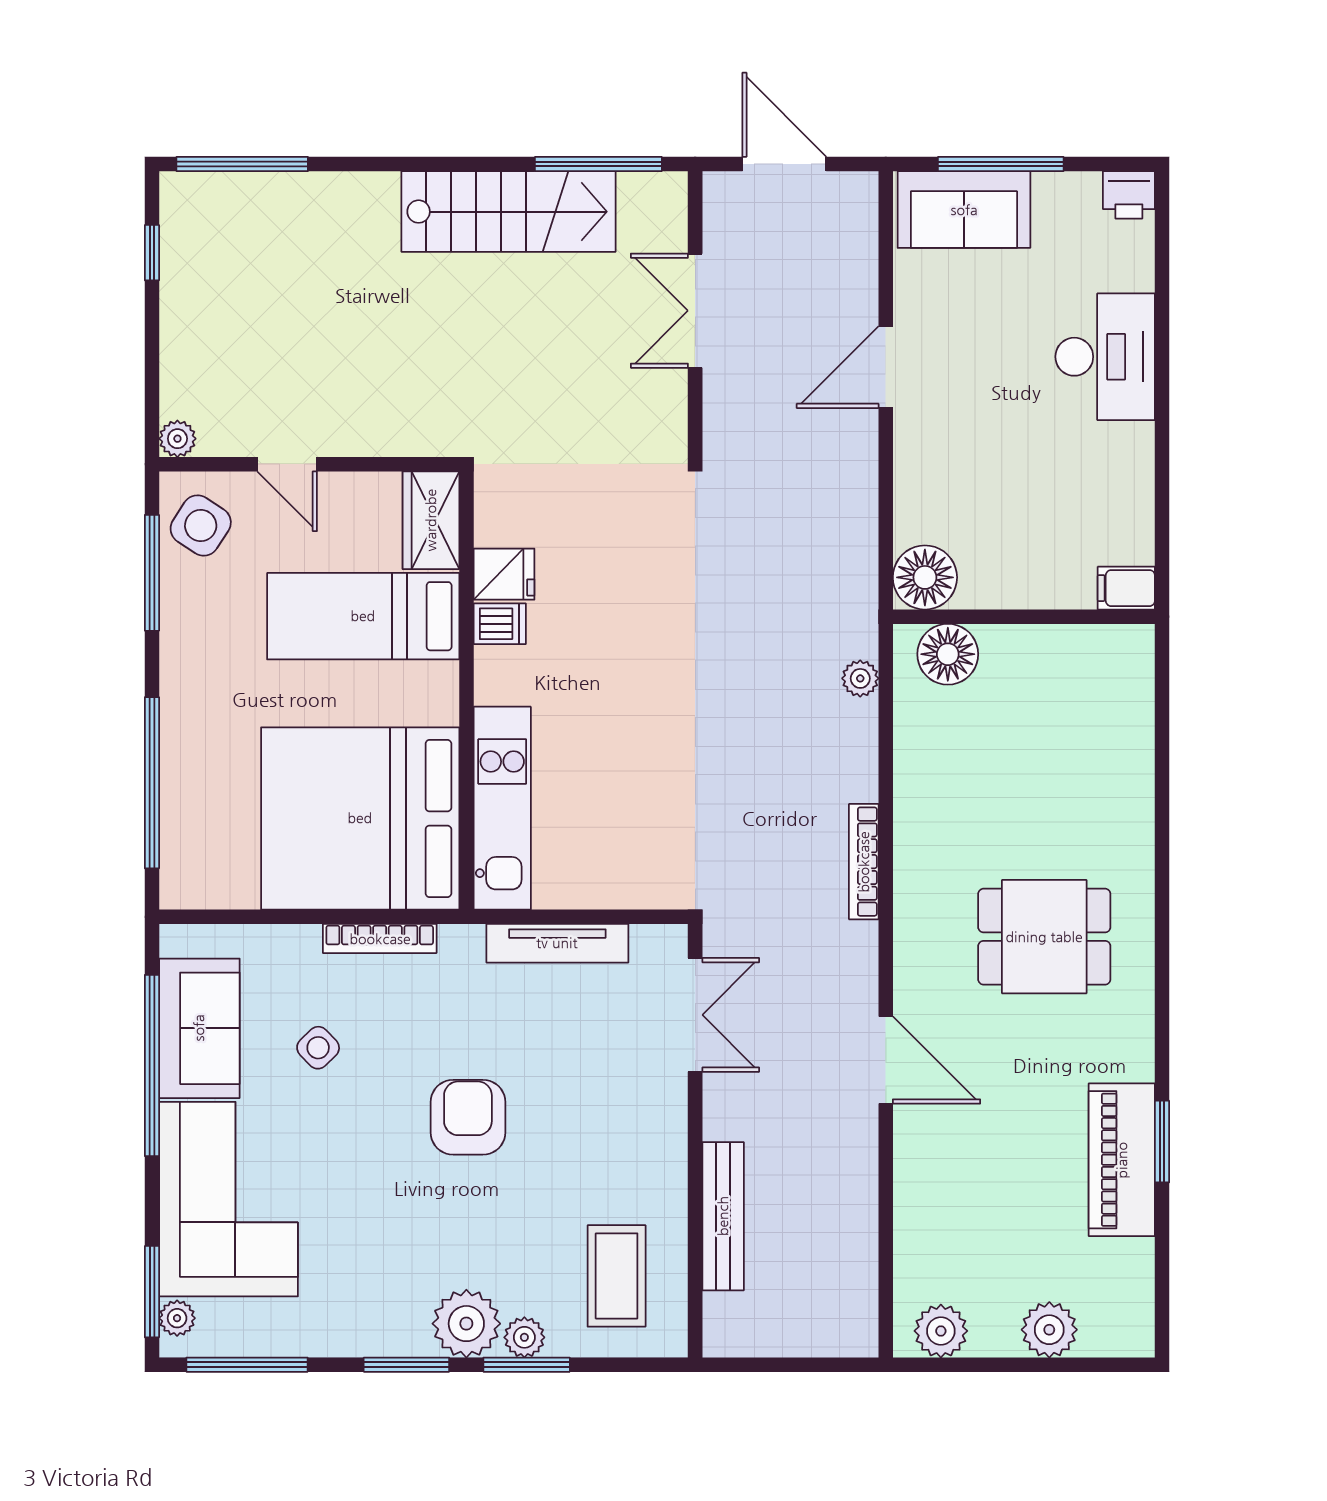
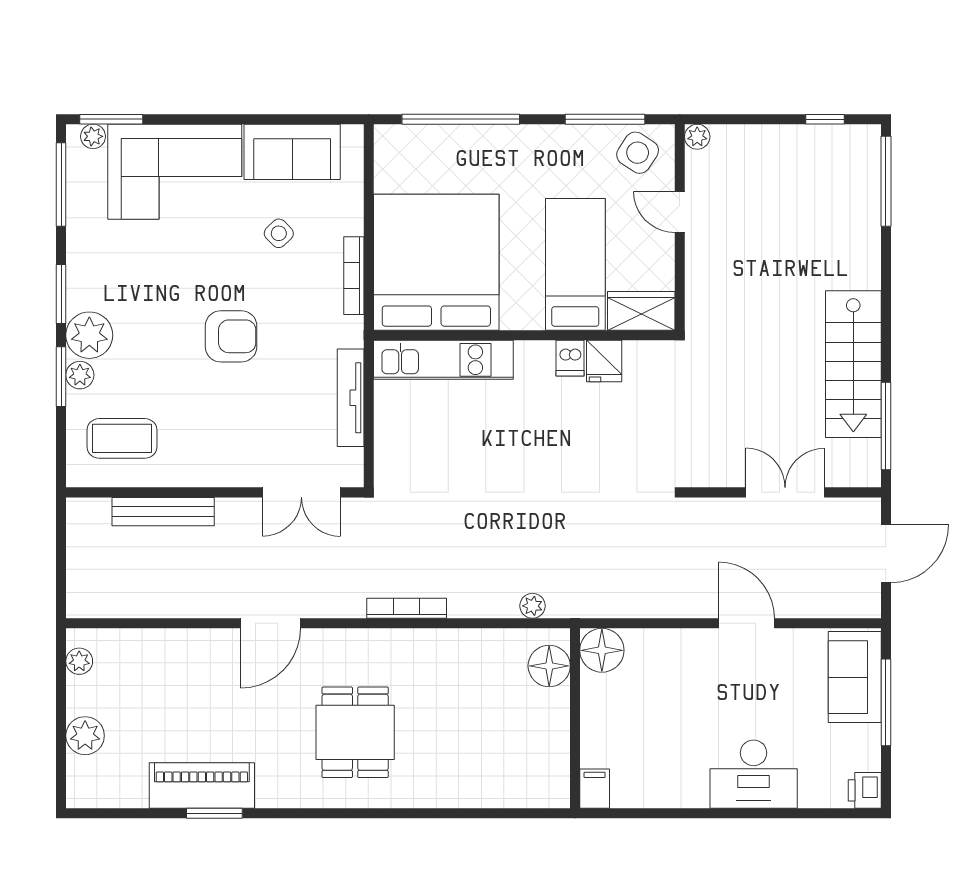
door: (287, 464) -> (680, 212), hinge flipped
window: (152, 1066) -> (267, 119), removed
plant: (941, 1331) -> (79, 661), width x0.73, depth x0.73

